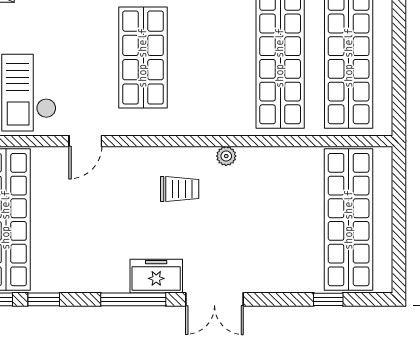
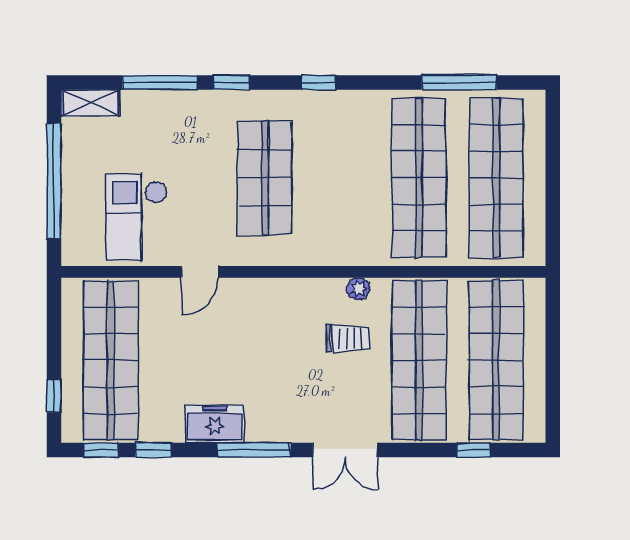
trolley: (180, 189) -> (348, 338), moved
shop shelf: (280, 220) -> (419, 360), added
freezer: (156, 276) -> (215, 424), moved

